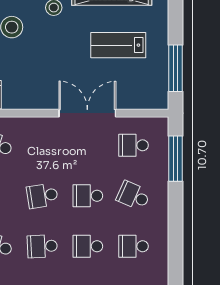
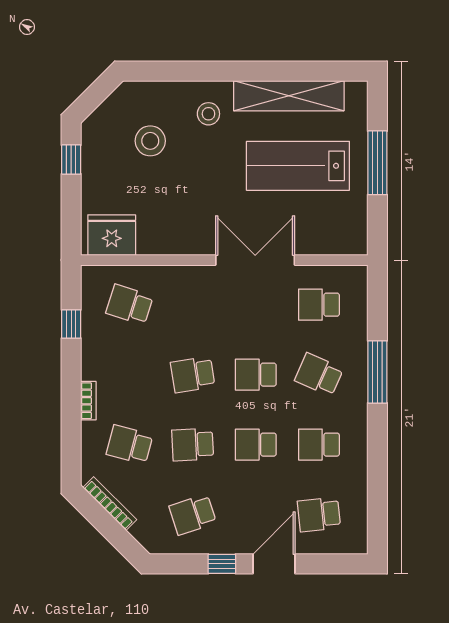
lab bench: (118, 45) -> (298, 166), width x1.36, depth x1.39
window: (176, 68) -> (377, 163), moved
window: (176, 159) -> (377, 372), moved

